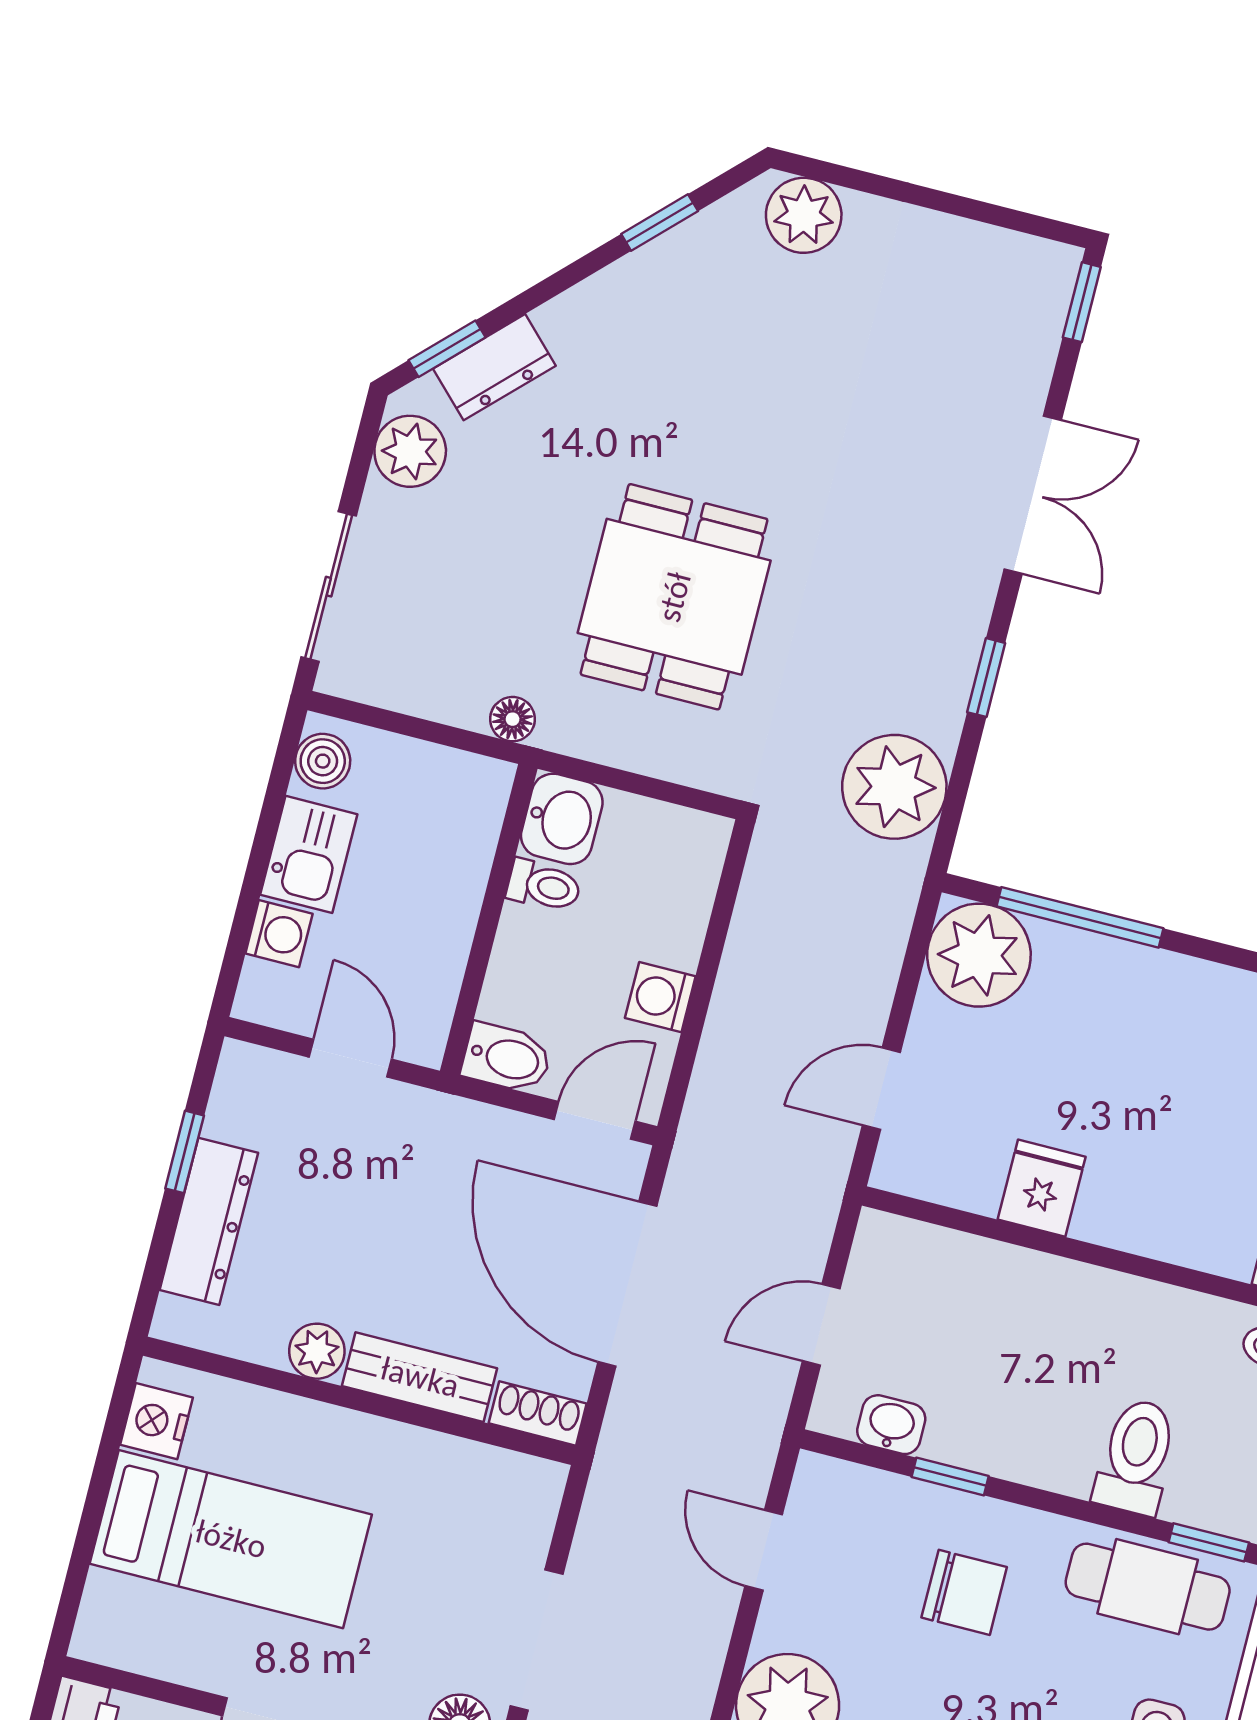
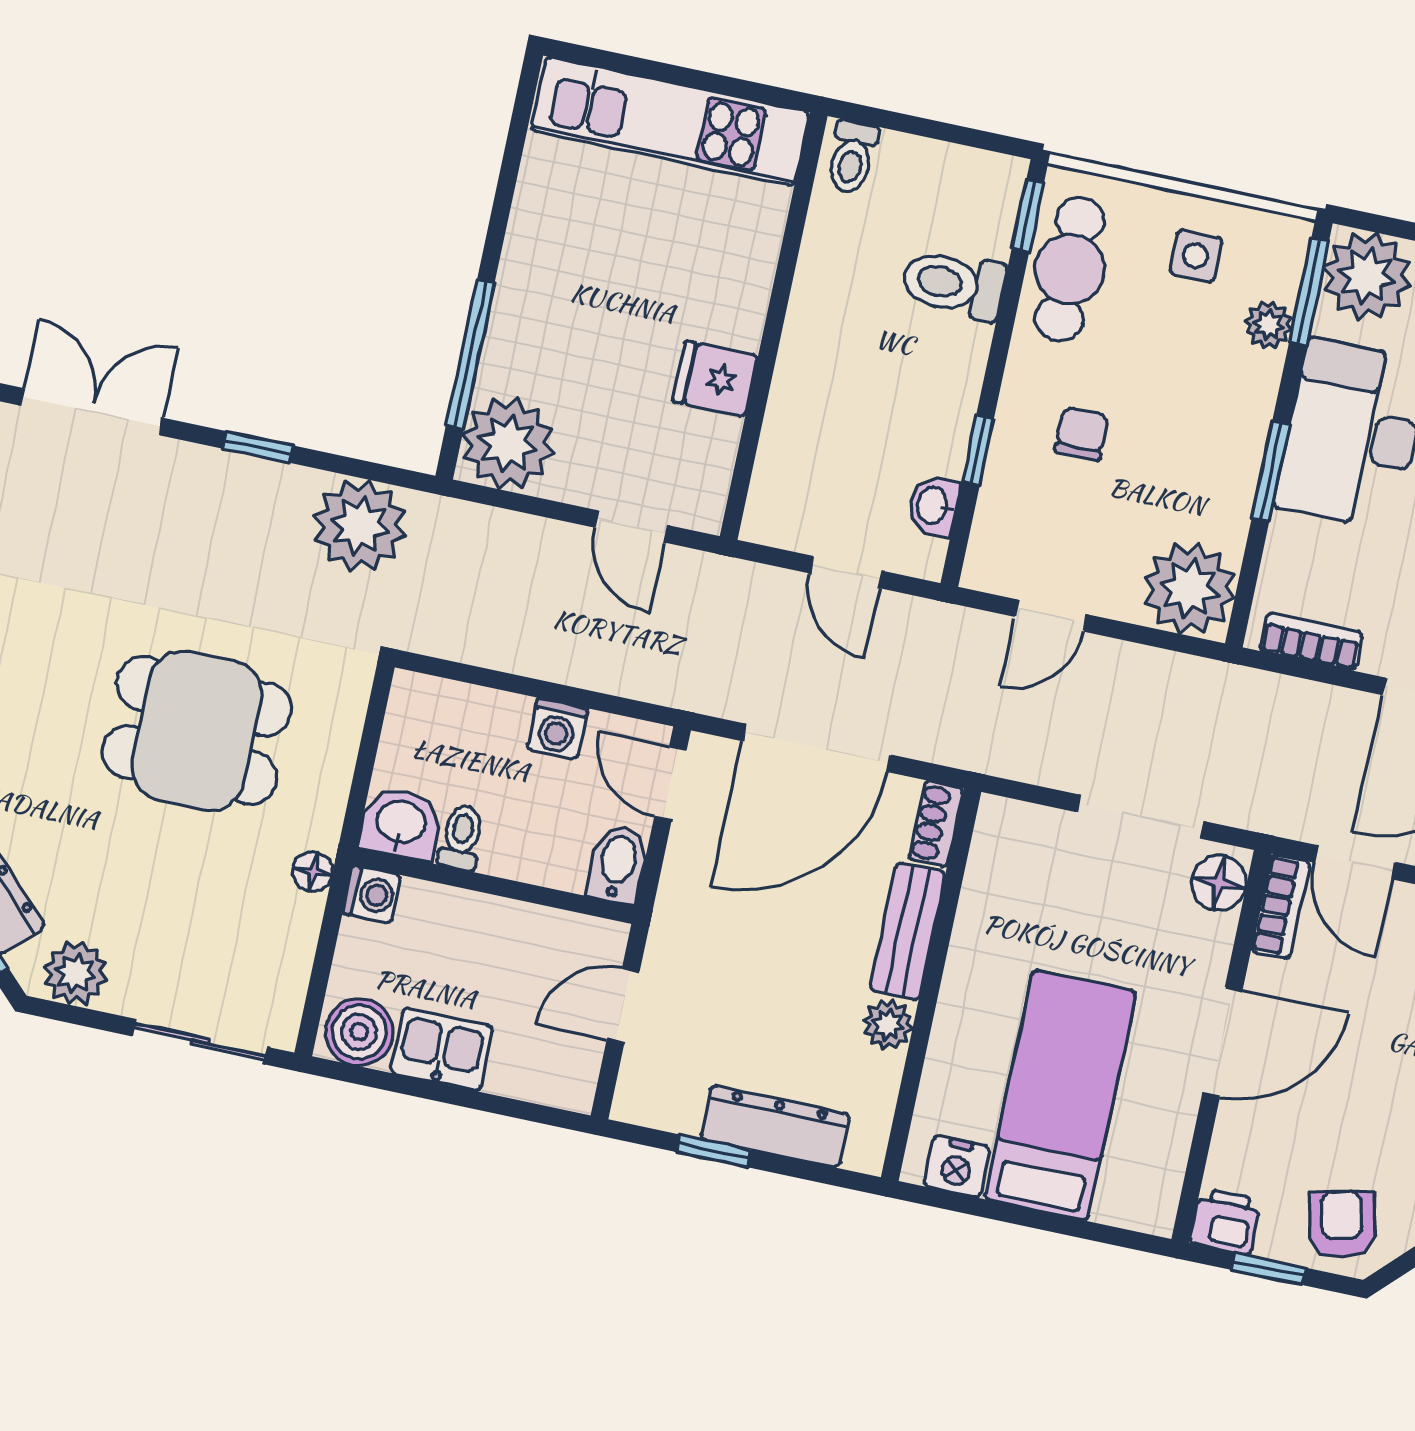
boiler: (323, 761) -> (359, 1032), width x1.36, depth x1.36
washing machine: (279, 934) -> (372, 894), moved, turned 90
chair: (964, 1592) -> (1082, 434), width x0.73, depth x0.73

